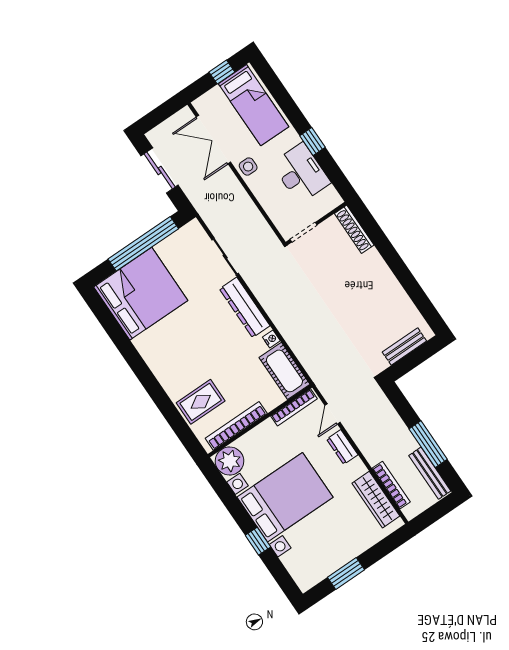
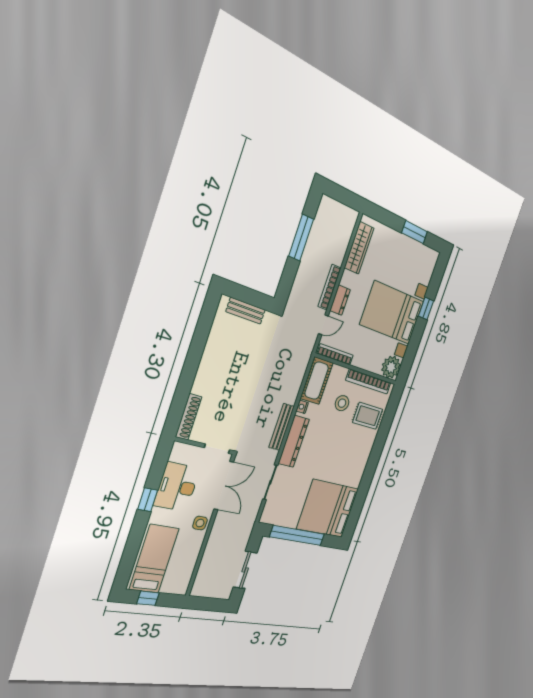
double door: (213, 140) -> (224, 486), moved
stool: (239, 382) -> (342, 403), added
bench: (430, 473) -> (282, 427), moved
bookcase: (391, 485) -> (329, 287), moved

